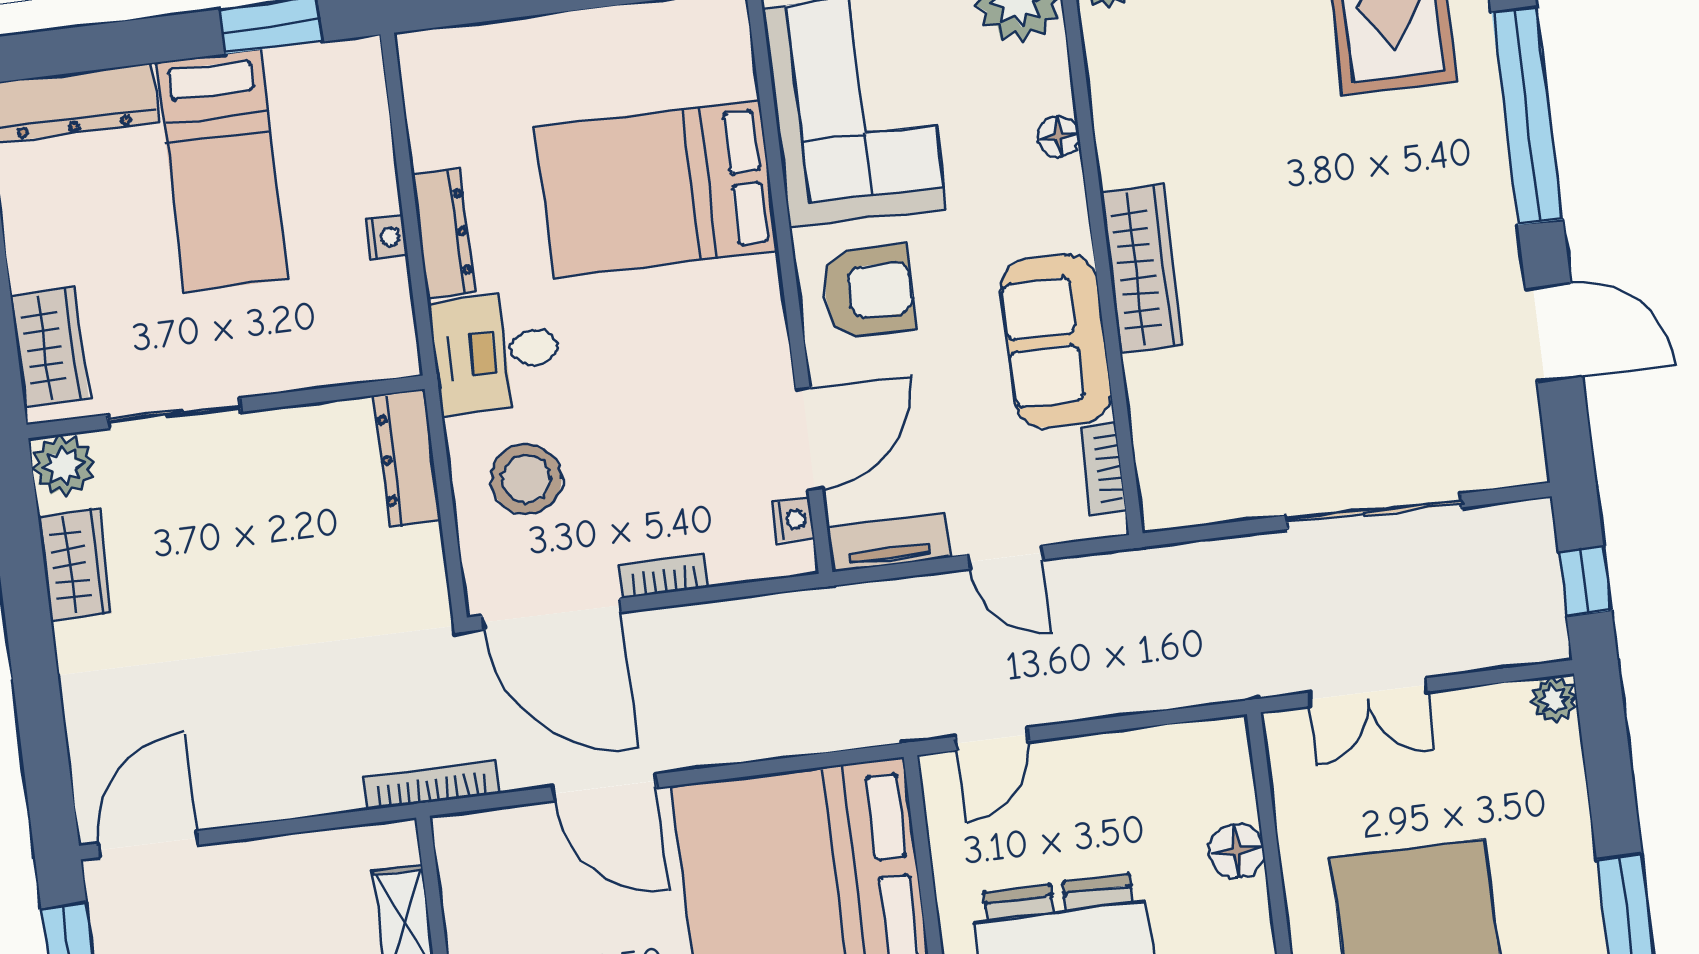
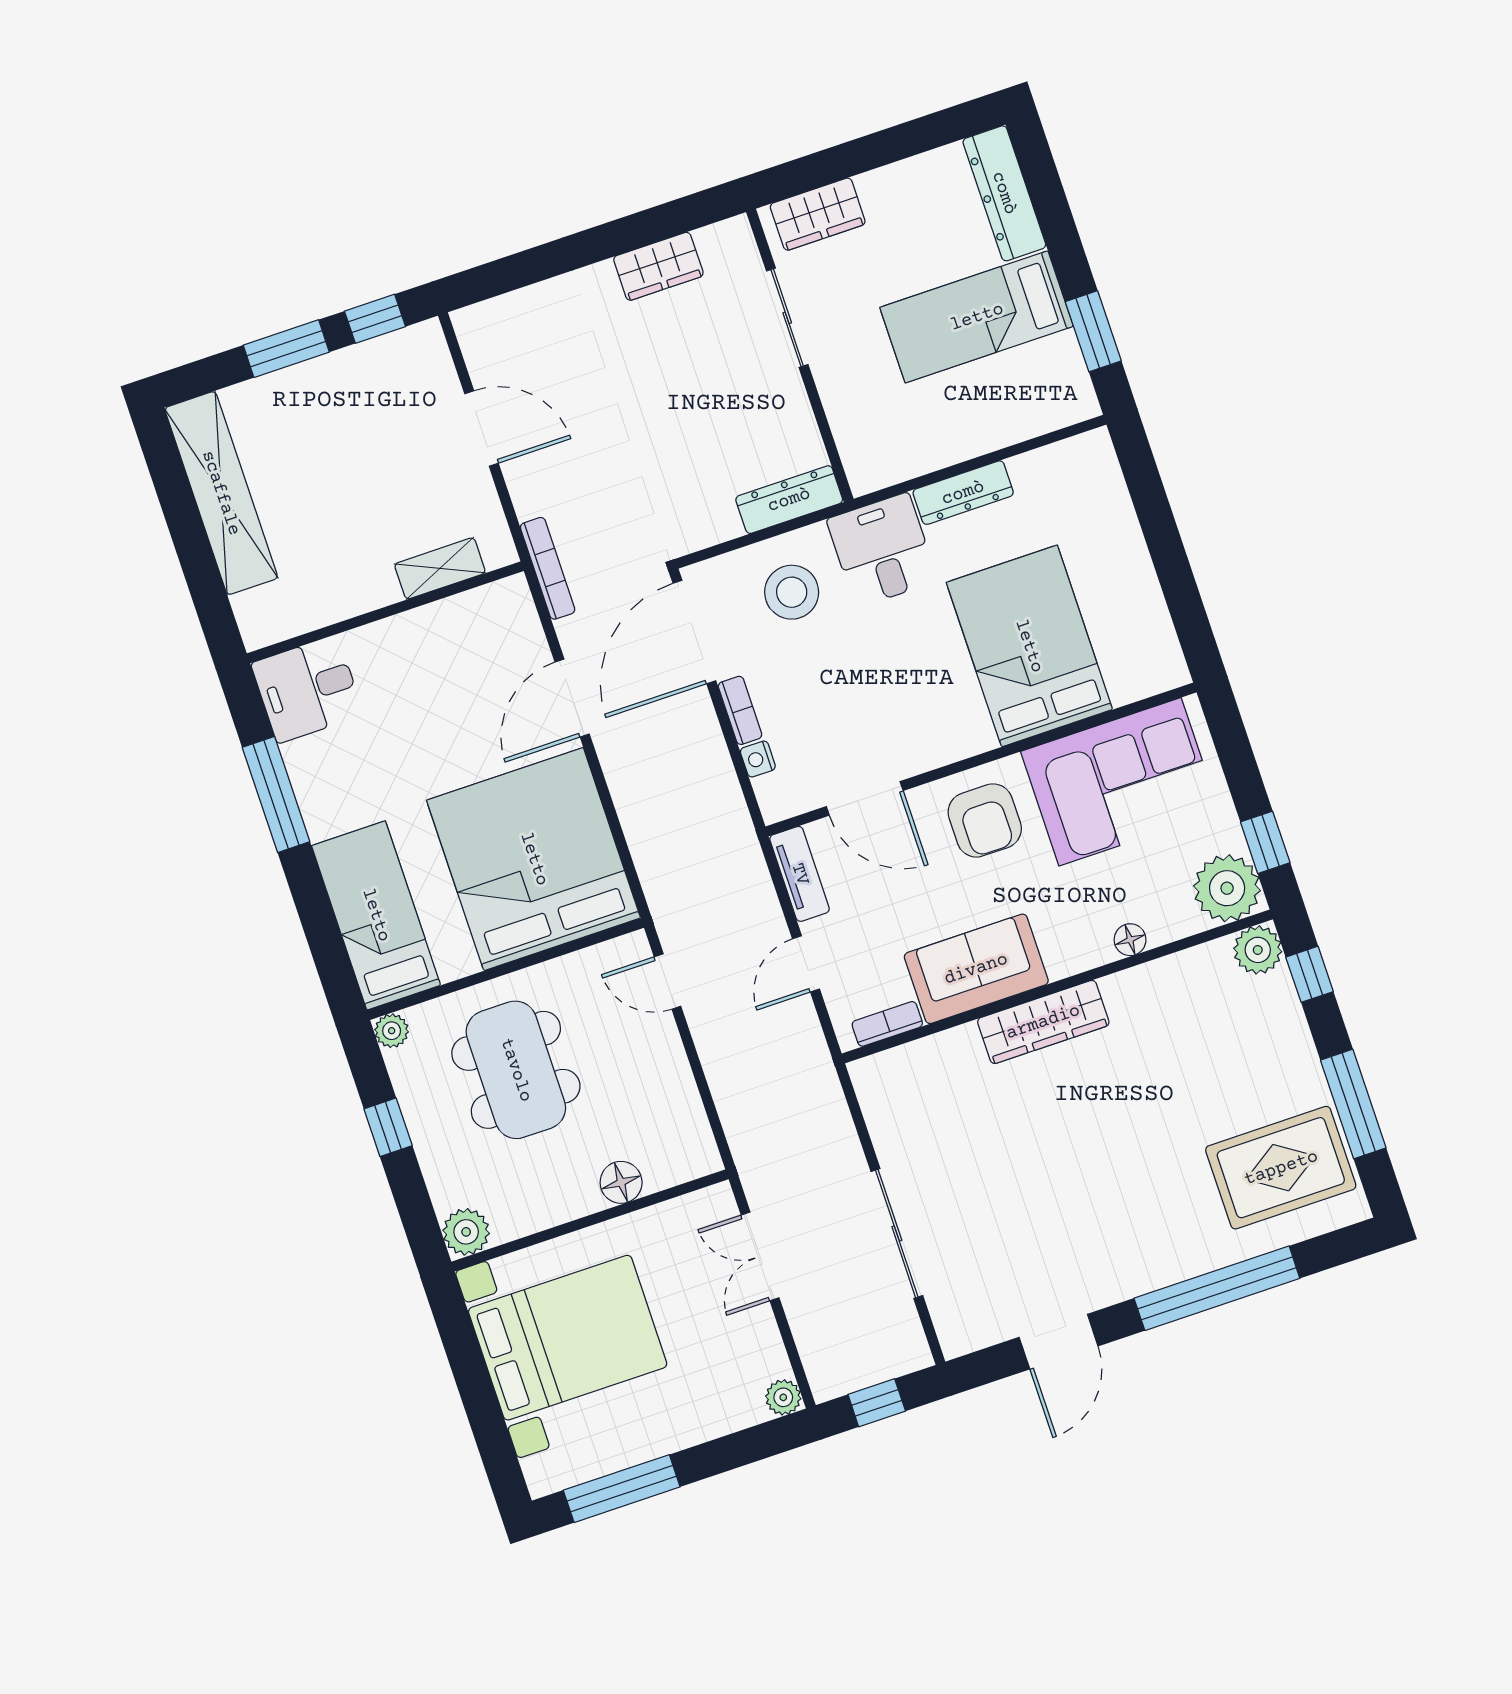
nightstand: (387, 237) -> (952, 451), removed
plant: (63, 466) -> (731, 243), removed
nightstand: (793, 520) -> (758, 759), moved, turned 90
door: (149, 844) -> (481, 429), moved

